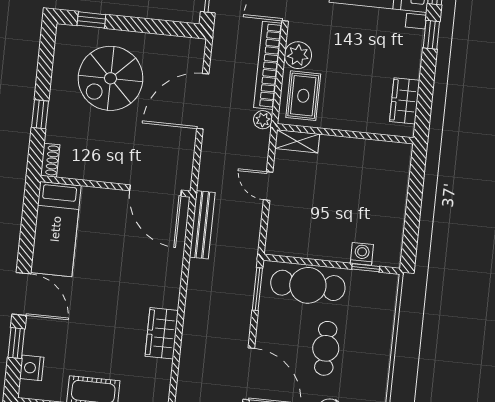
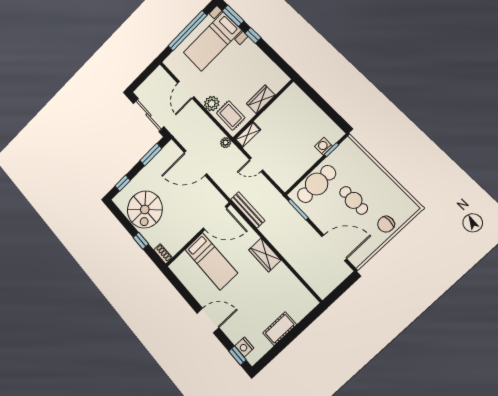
window: (162, 27) -> (151, 155), added
bookcase: (268, 65) -> (205, 121), removed
spiral stairs: (110, 78) -> (145, 209), moved
door: (203, 101) -> (195, 163), hinge flipped
wardrobe: (405, 101) -> (261, 99), moved, turned 90
bed: (56, 229) -> (211, 261), moved
wardrobe: (162, 333) -> (265, 255), moved
window: (16, 343) -> (237, 356), moved

